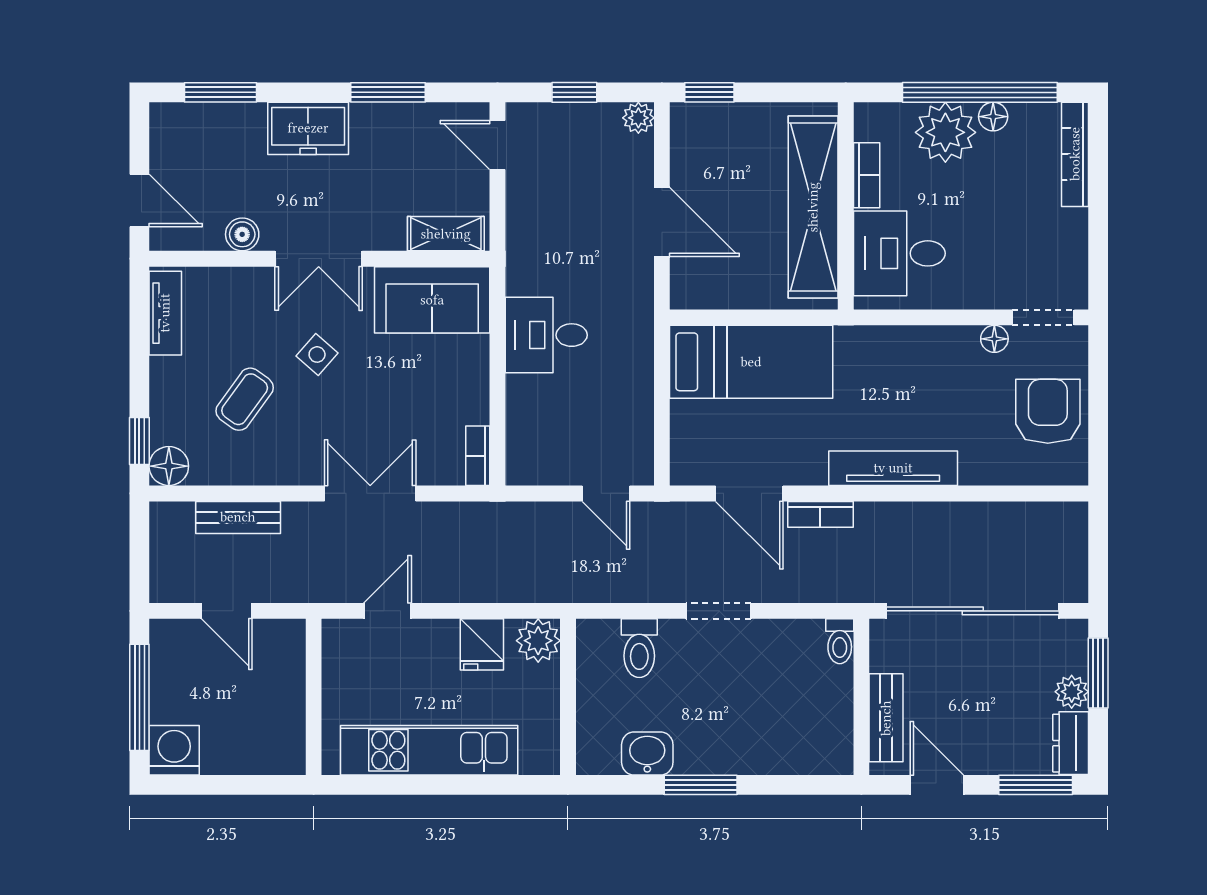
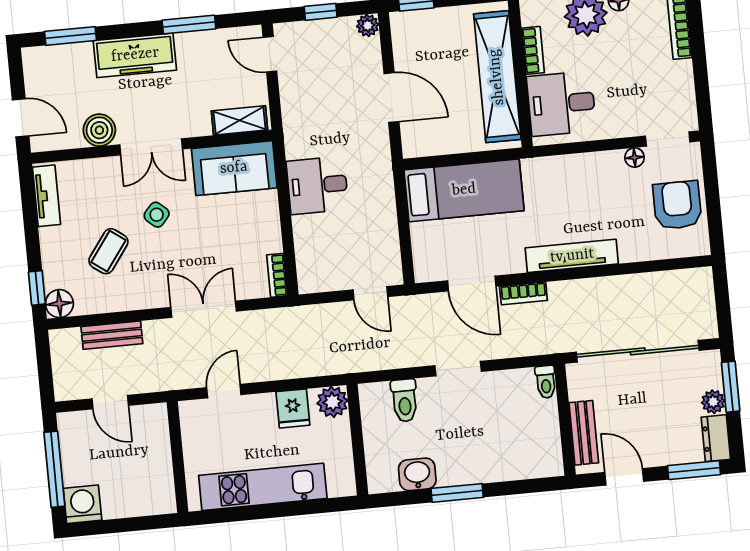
freezer: (308, 128) -> (135, 55), width x1.40
boiler: (242, 234) -> (99, 130), width x1.36, depth x1.36

